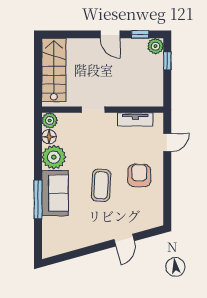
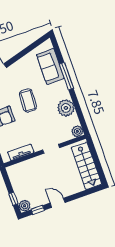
floor lamp: (49, 137) -> (74, 120), removed
sofa: (55, 193) -> (50, 66), moved

